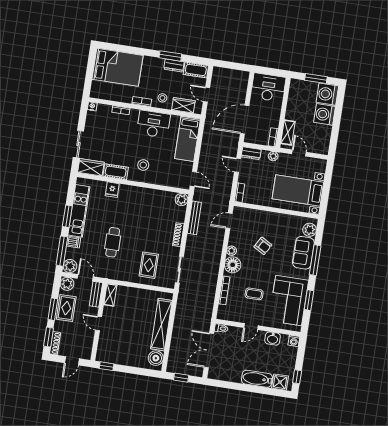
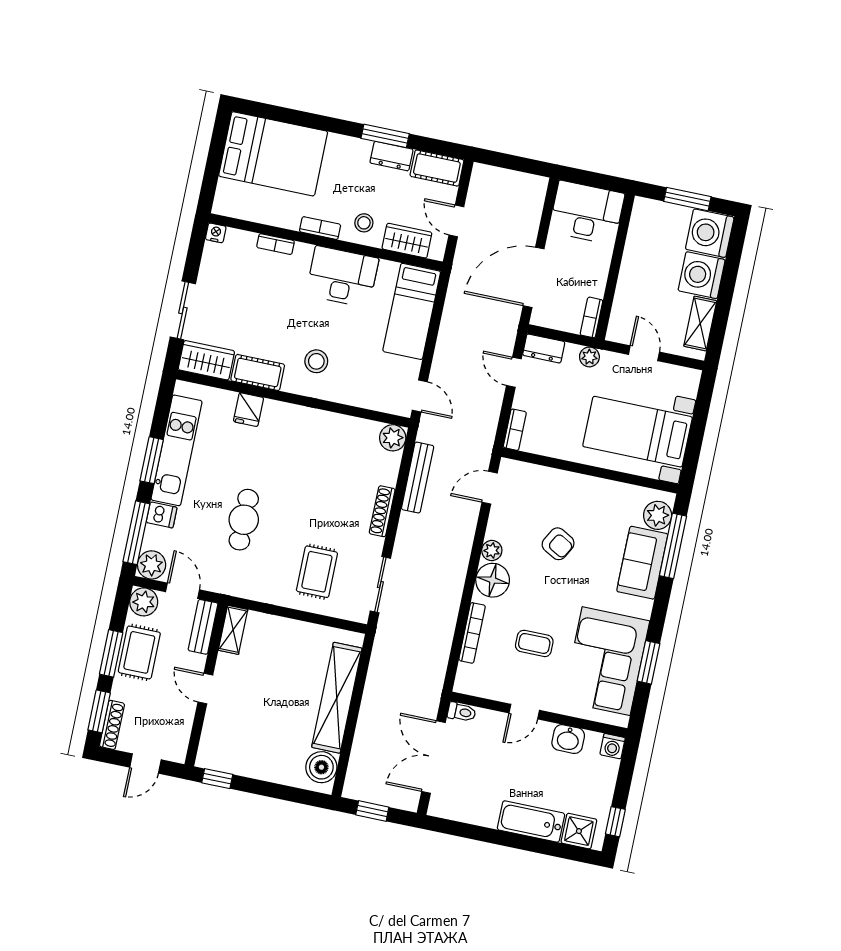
shelving: (288, 133) -> (700, 324), moved
window: (315, 260) -> (673, 546), moved

